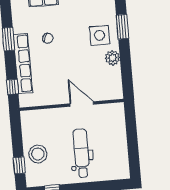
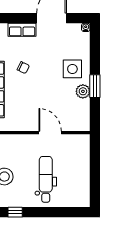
window: (123, 27) -> (95, 86), moved

